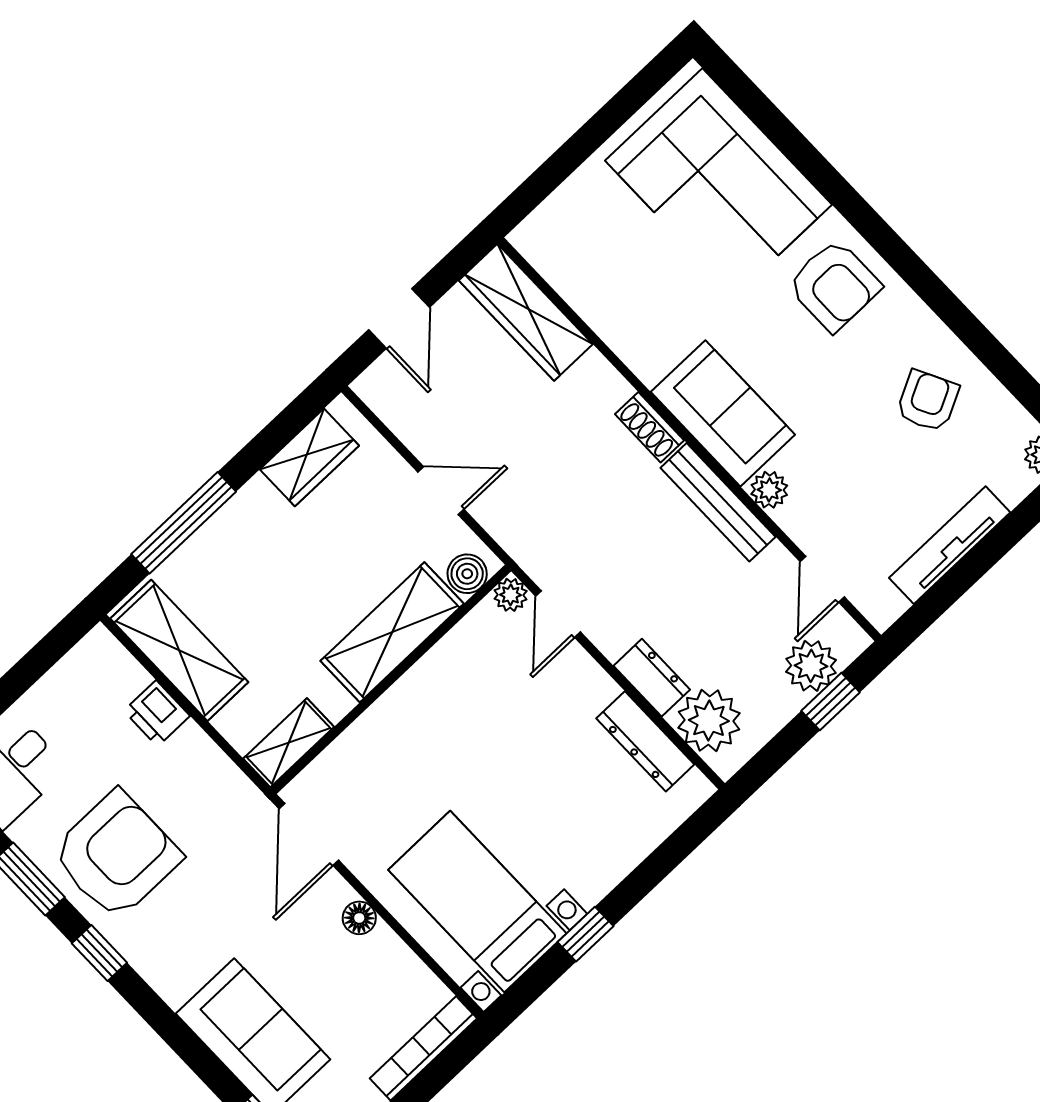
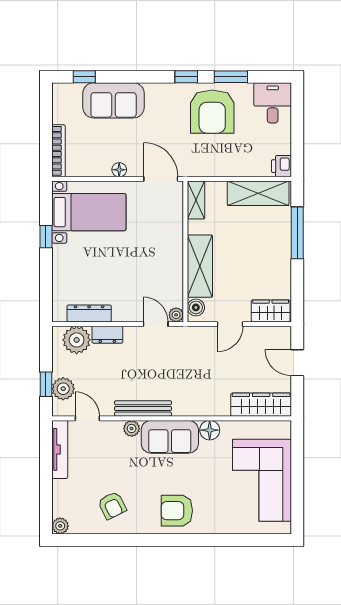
corner sofa: (718, 183) -> (262, 480), moved, turned -90
floor lamp: (649, 357) -> (210, 430), added
shoe rack: (649, 427) -> (187, 409), removed
wardrobe: (309, 457) -> (271, 311), moved, turned 90
tv unit: (950, 545) -> (60, 449), moved
printer: (157, 713) -> (282, 166), moved, turned -90

